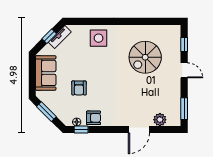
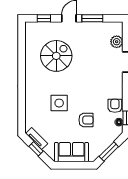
side table: (99, 38) -> (59, 103), moved
spiral stairs: (145, 57) -> (56, 56), turned -90
window: (184, 109) -> (92, 18), moved

